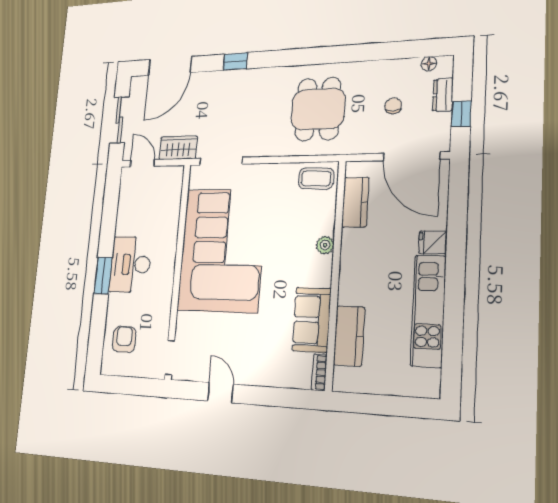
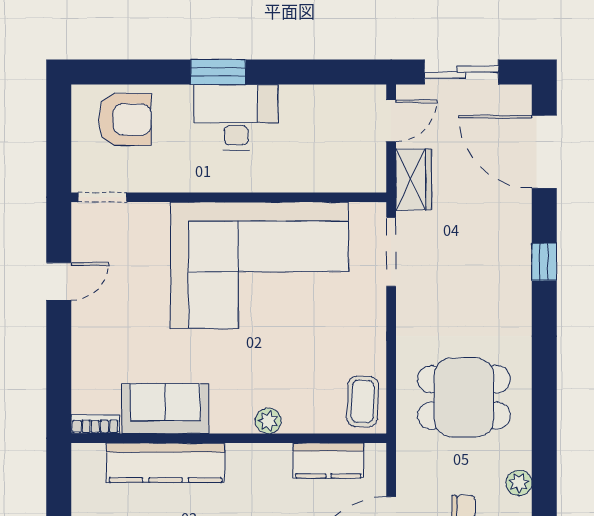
plant: (378, 69) -> (519, 483), added
kitchen counter: (349, 336) -> (166, 463), width x1.50
armchair: (124, 339) -> (125, 120), width x1.38, depth x1.38

